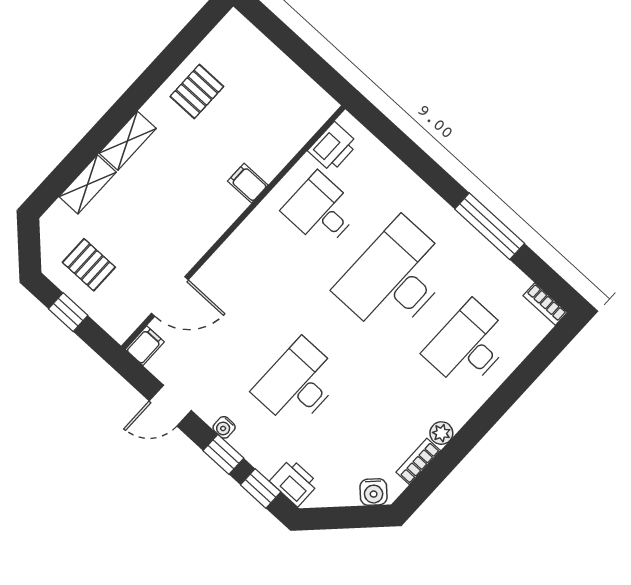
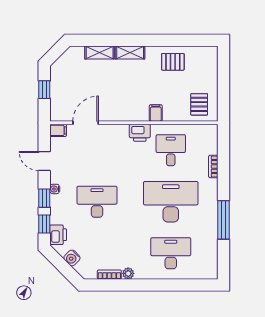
printer: (333, 147) -> (140, 133), moved
pallet: (89, 265) -> (199, 104), moved
door: (170, 296) -> (86, 123), swing flipped
bookcase: (545, 304) -> (213, 166), moved
water cooler: (373, 492) -> (72, 258), moved

